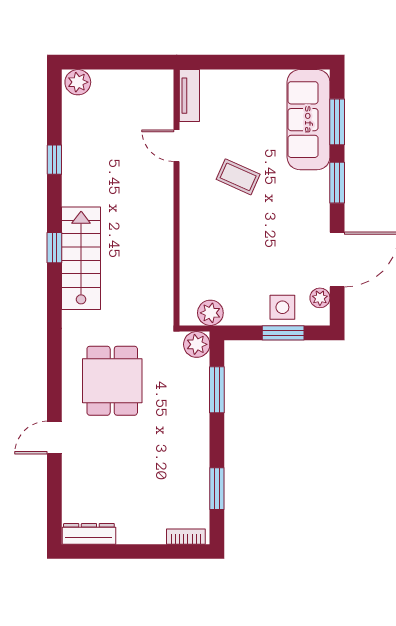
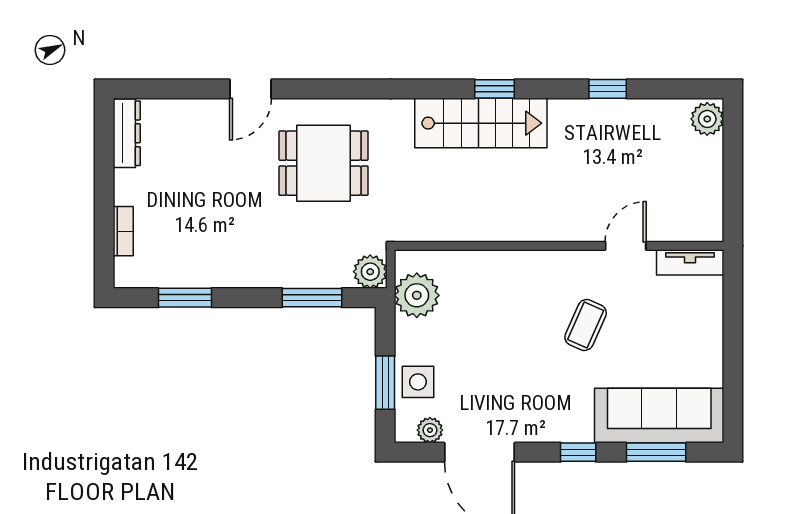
window: (337, 183) -> (578, 452), width x0.67
plant: (210, 313) -> (417, 295), width x1.36, depth x1.36
door: (54, 438) -> (250, 89), swing flipped
bookcase: (186, 537) -> (123, 231), moved

